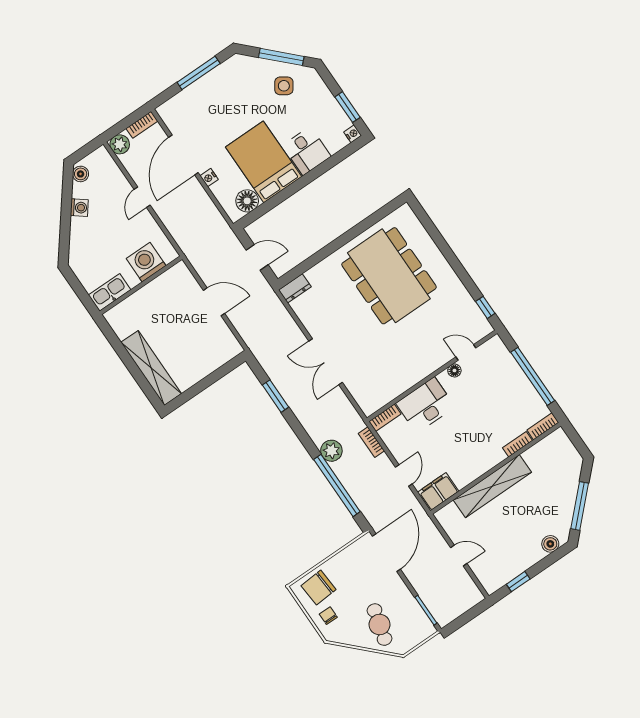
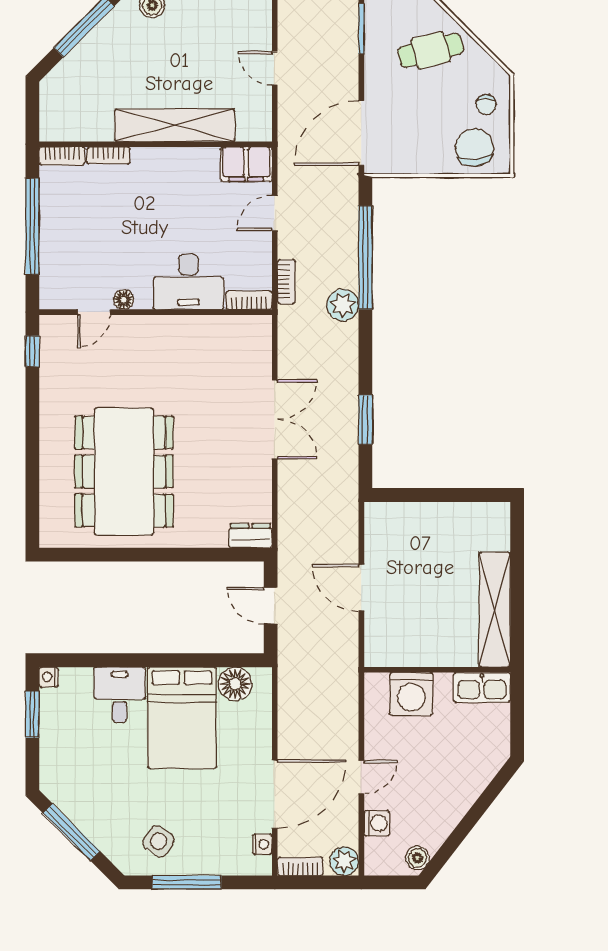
side table: (284, 86) -> (158, 841), moved
nightstand: (209, 178) -> (262, 844), moved
washing machine: (79, 208) -> (377, 823), moved, turned 142
door: (466, 352) -> (94, 312), hinge flipped
shelving: (151, 368) -> (495, 610), moved
chair: (319, 588) -> (474, 147), turned -91
cafe table: (380, 625) -> (431, 50), turned 61

